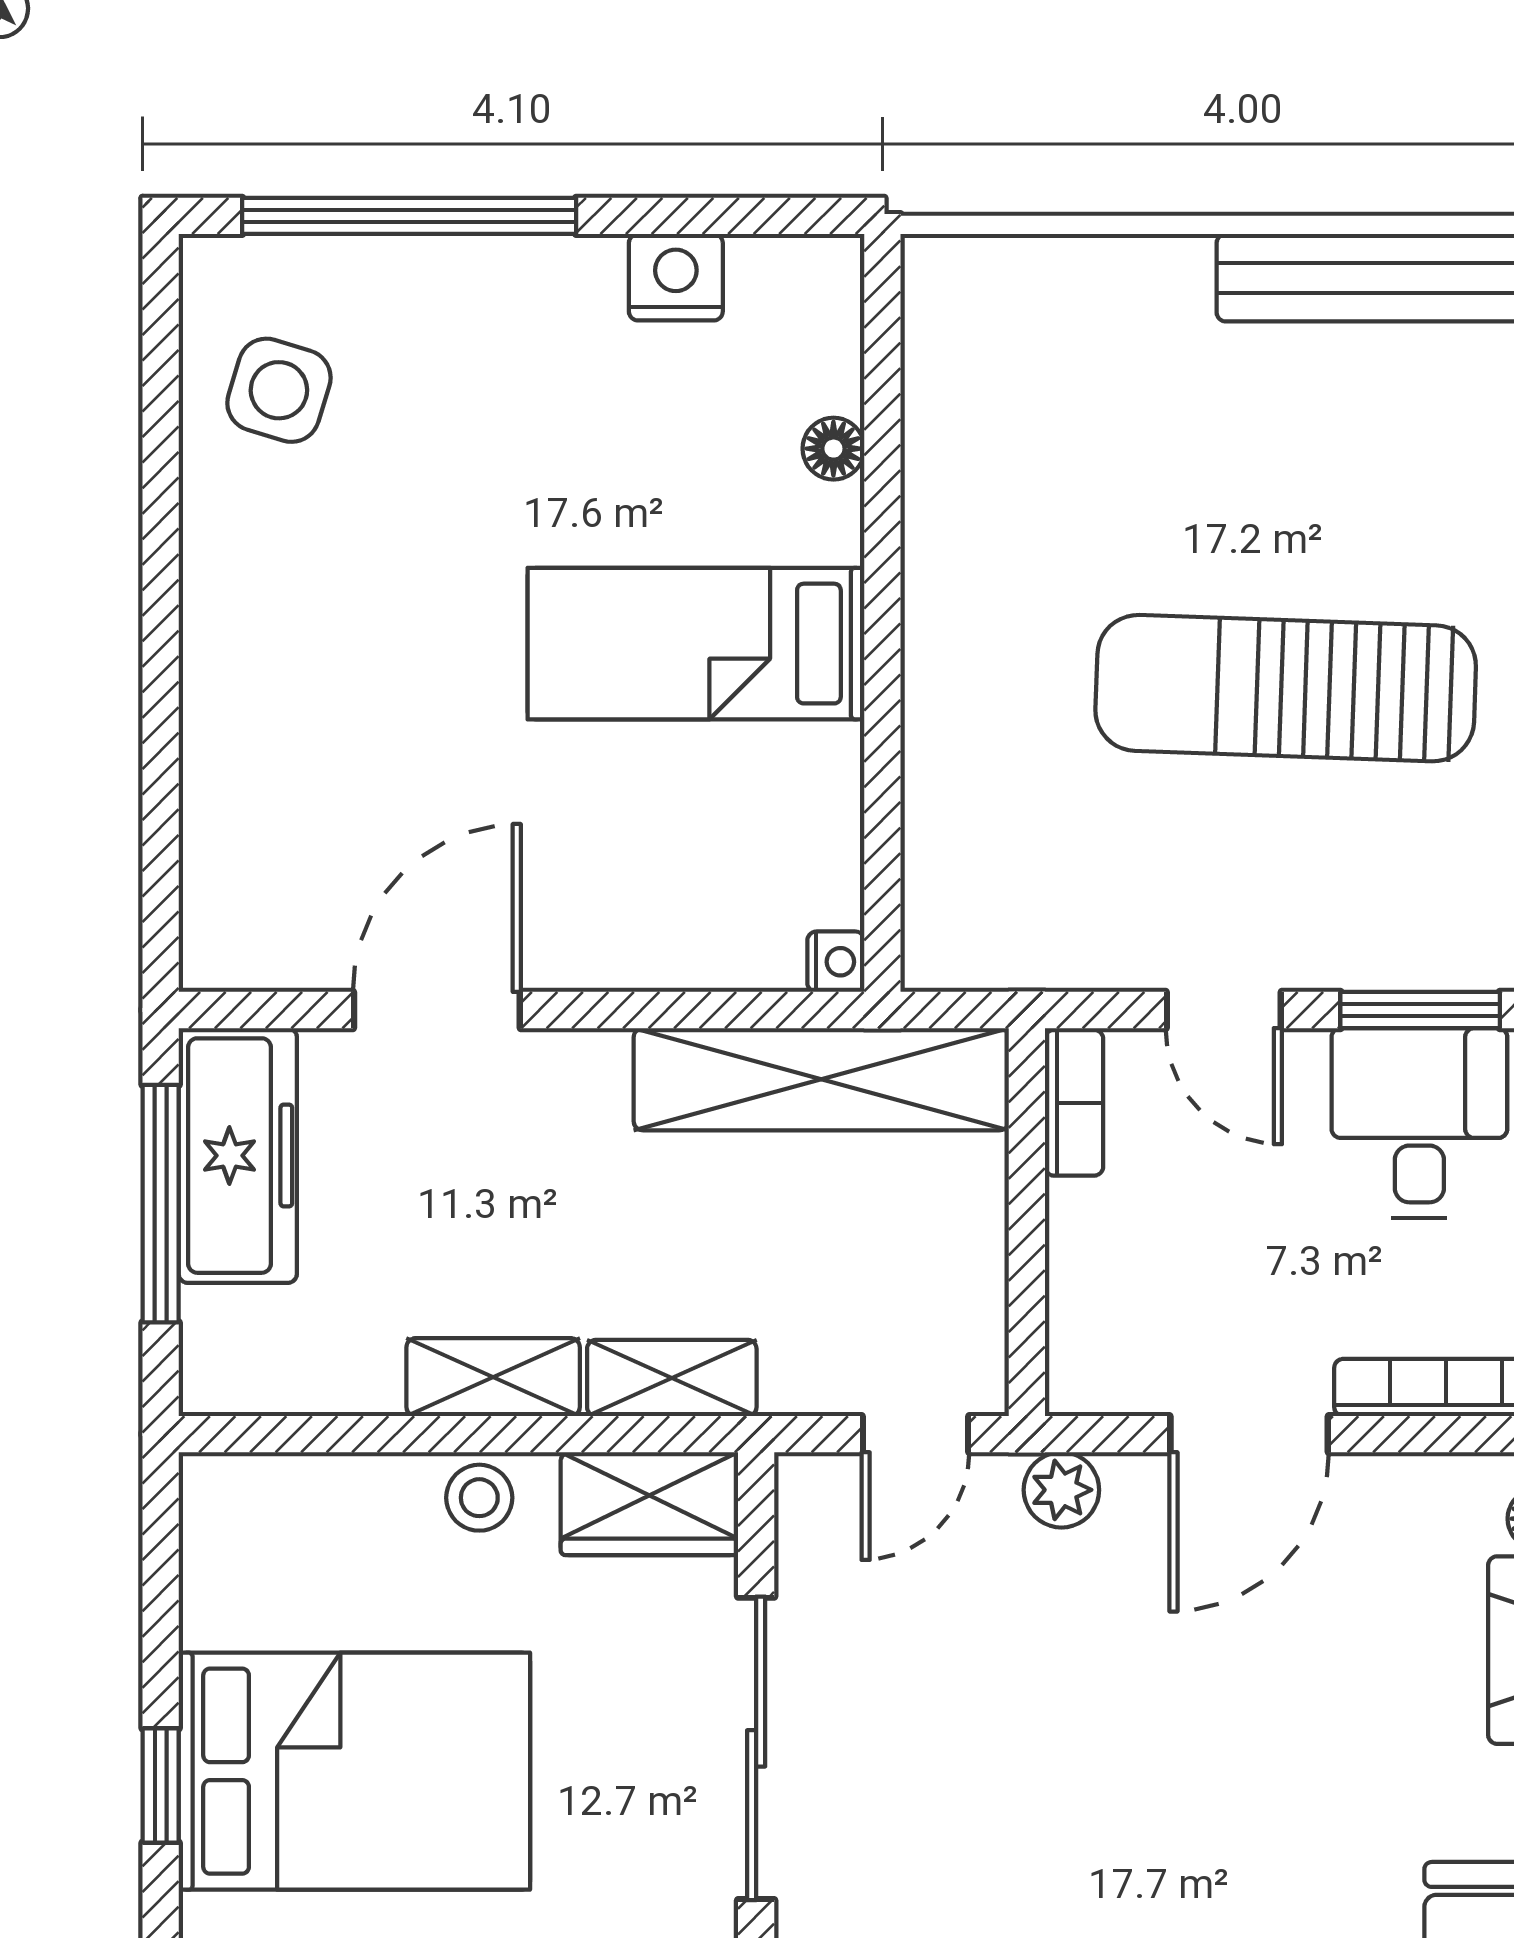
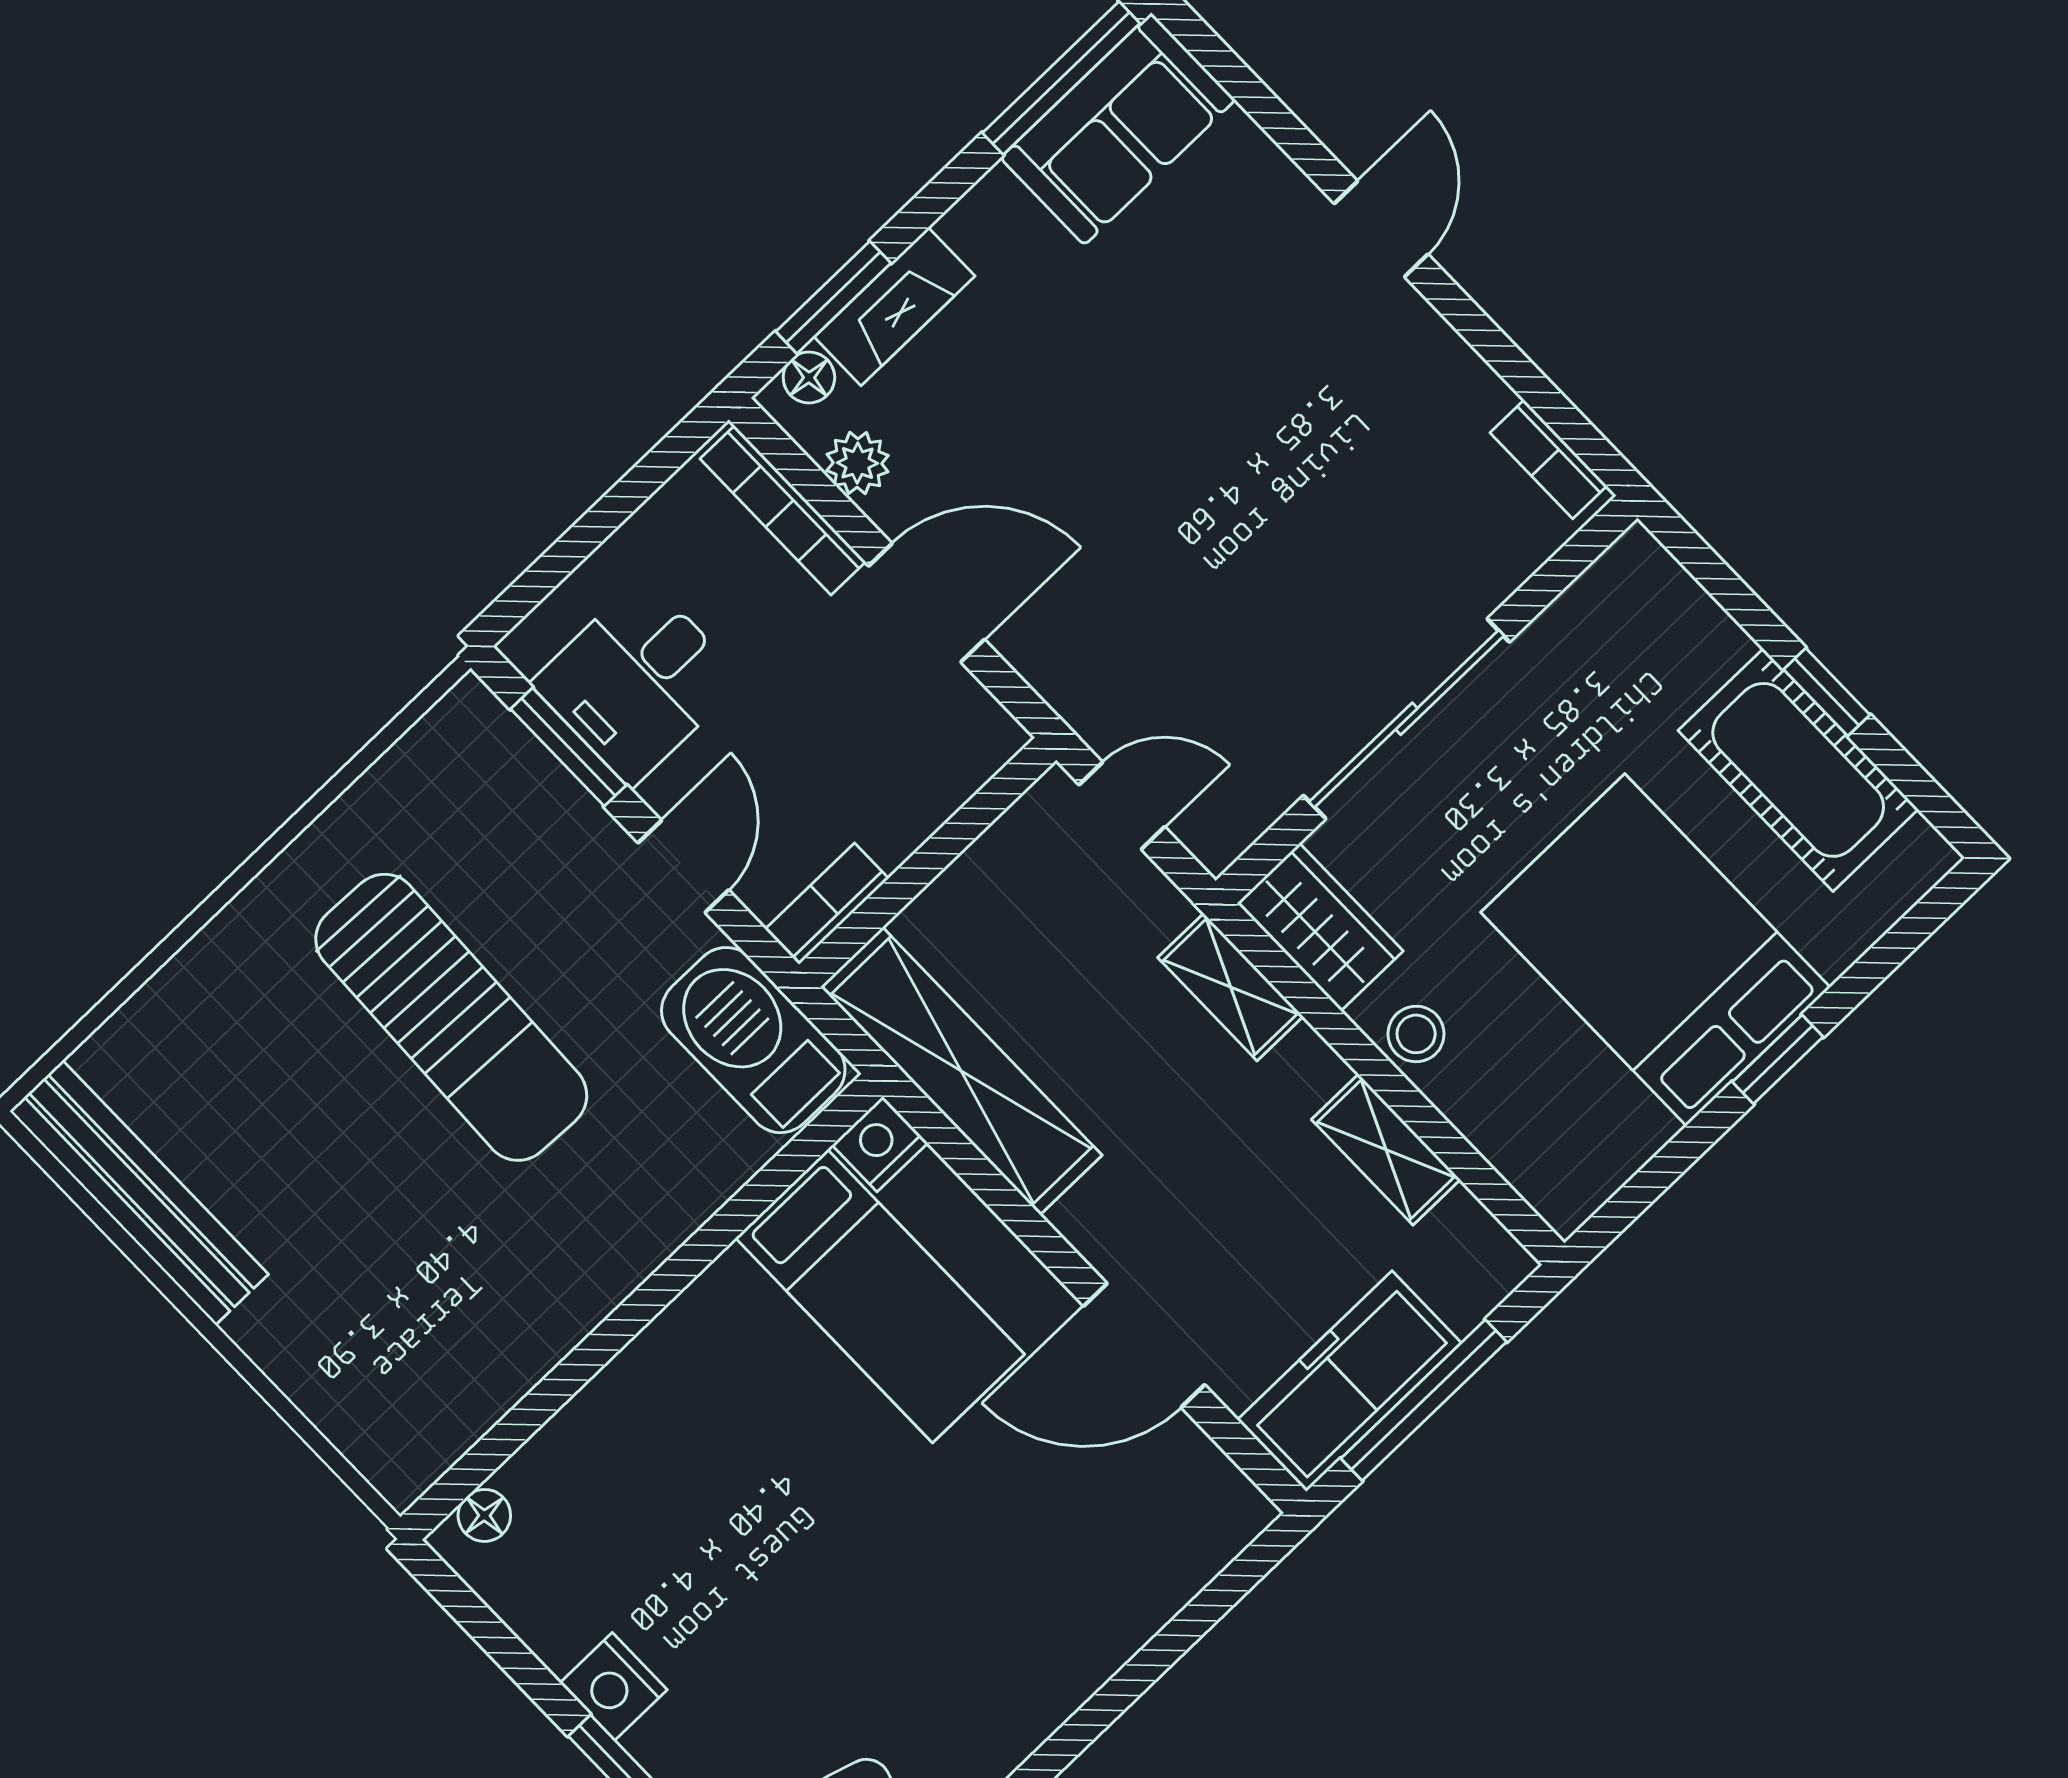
nightstand: (676, 277) -> (614, 1686), moved
floor lamp: (833, 449) -> (484, 1515), moved
bed: (696, 644) -> (880, 1296), moved
barbecue: (1018, 927) -> (753, 1040), added
nightstand: (836, 962) -> (880, 1144), width x1.39, depth x1.35
shelving: (493, 1377) -> (1386, 1149), moved
plant: (1061, 1490) -> (857, 463), moved

